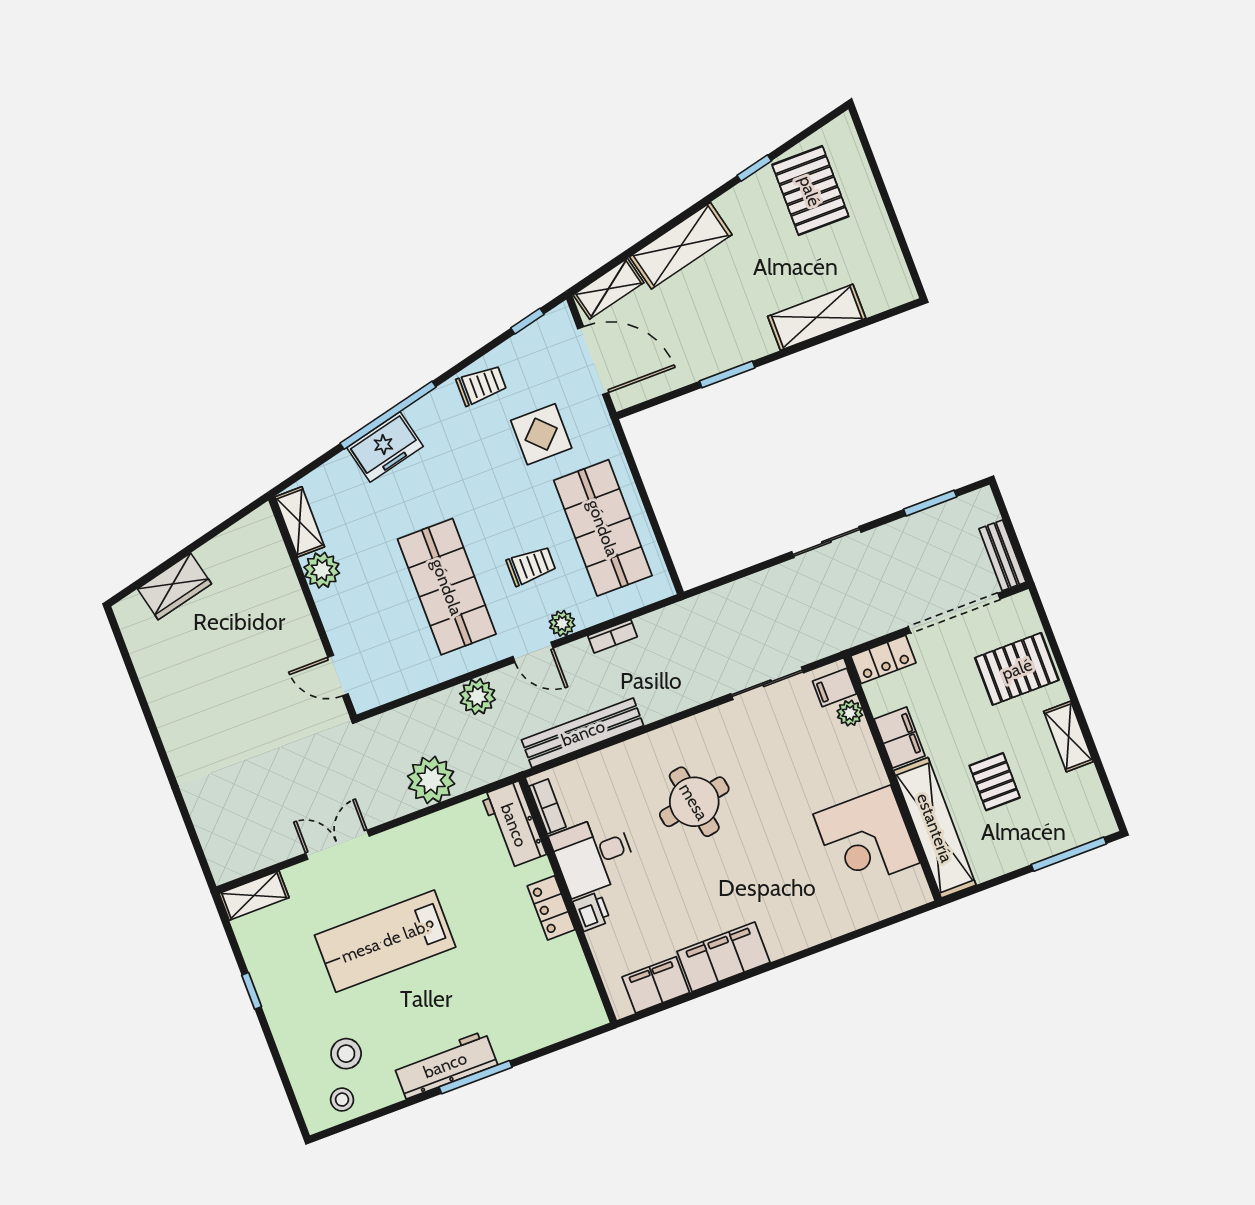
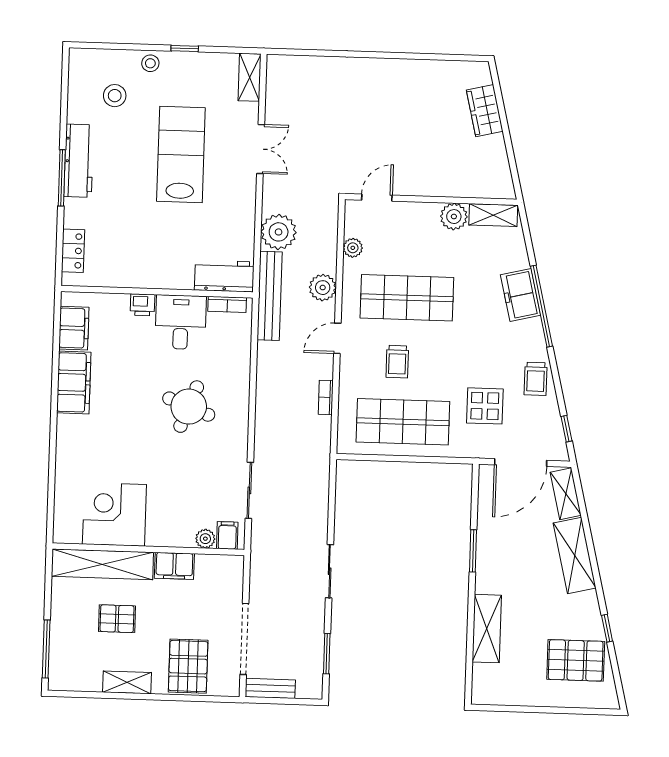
plant: (562, 623) -> (353, 248), moved
locker: (883, 659) -> (233, 577), removed
bench: (583, 733) -> (270, 296), moved
round table: (694, 802) -> (189, 407), turned 31
locker: (551, 908) -> (73, 251), moved, turned 90
stool: (342, 1100) -> (150, 63), moved

